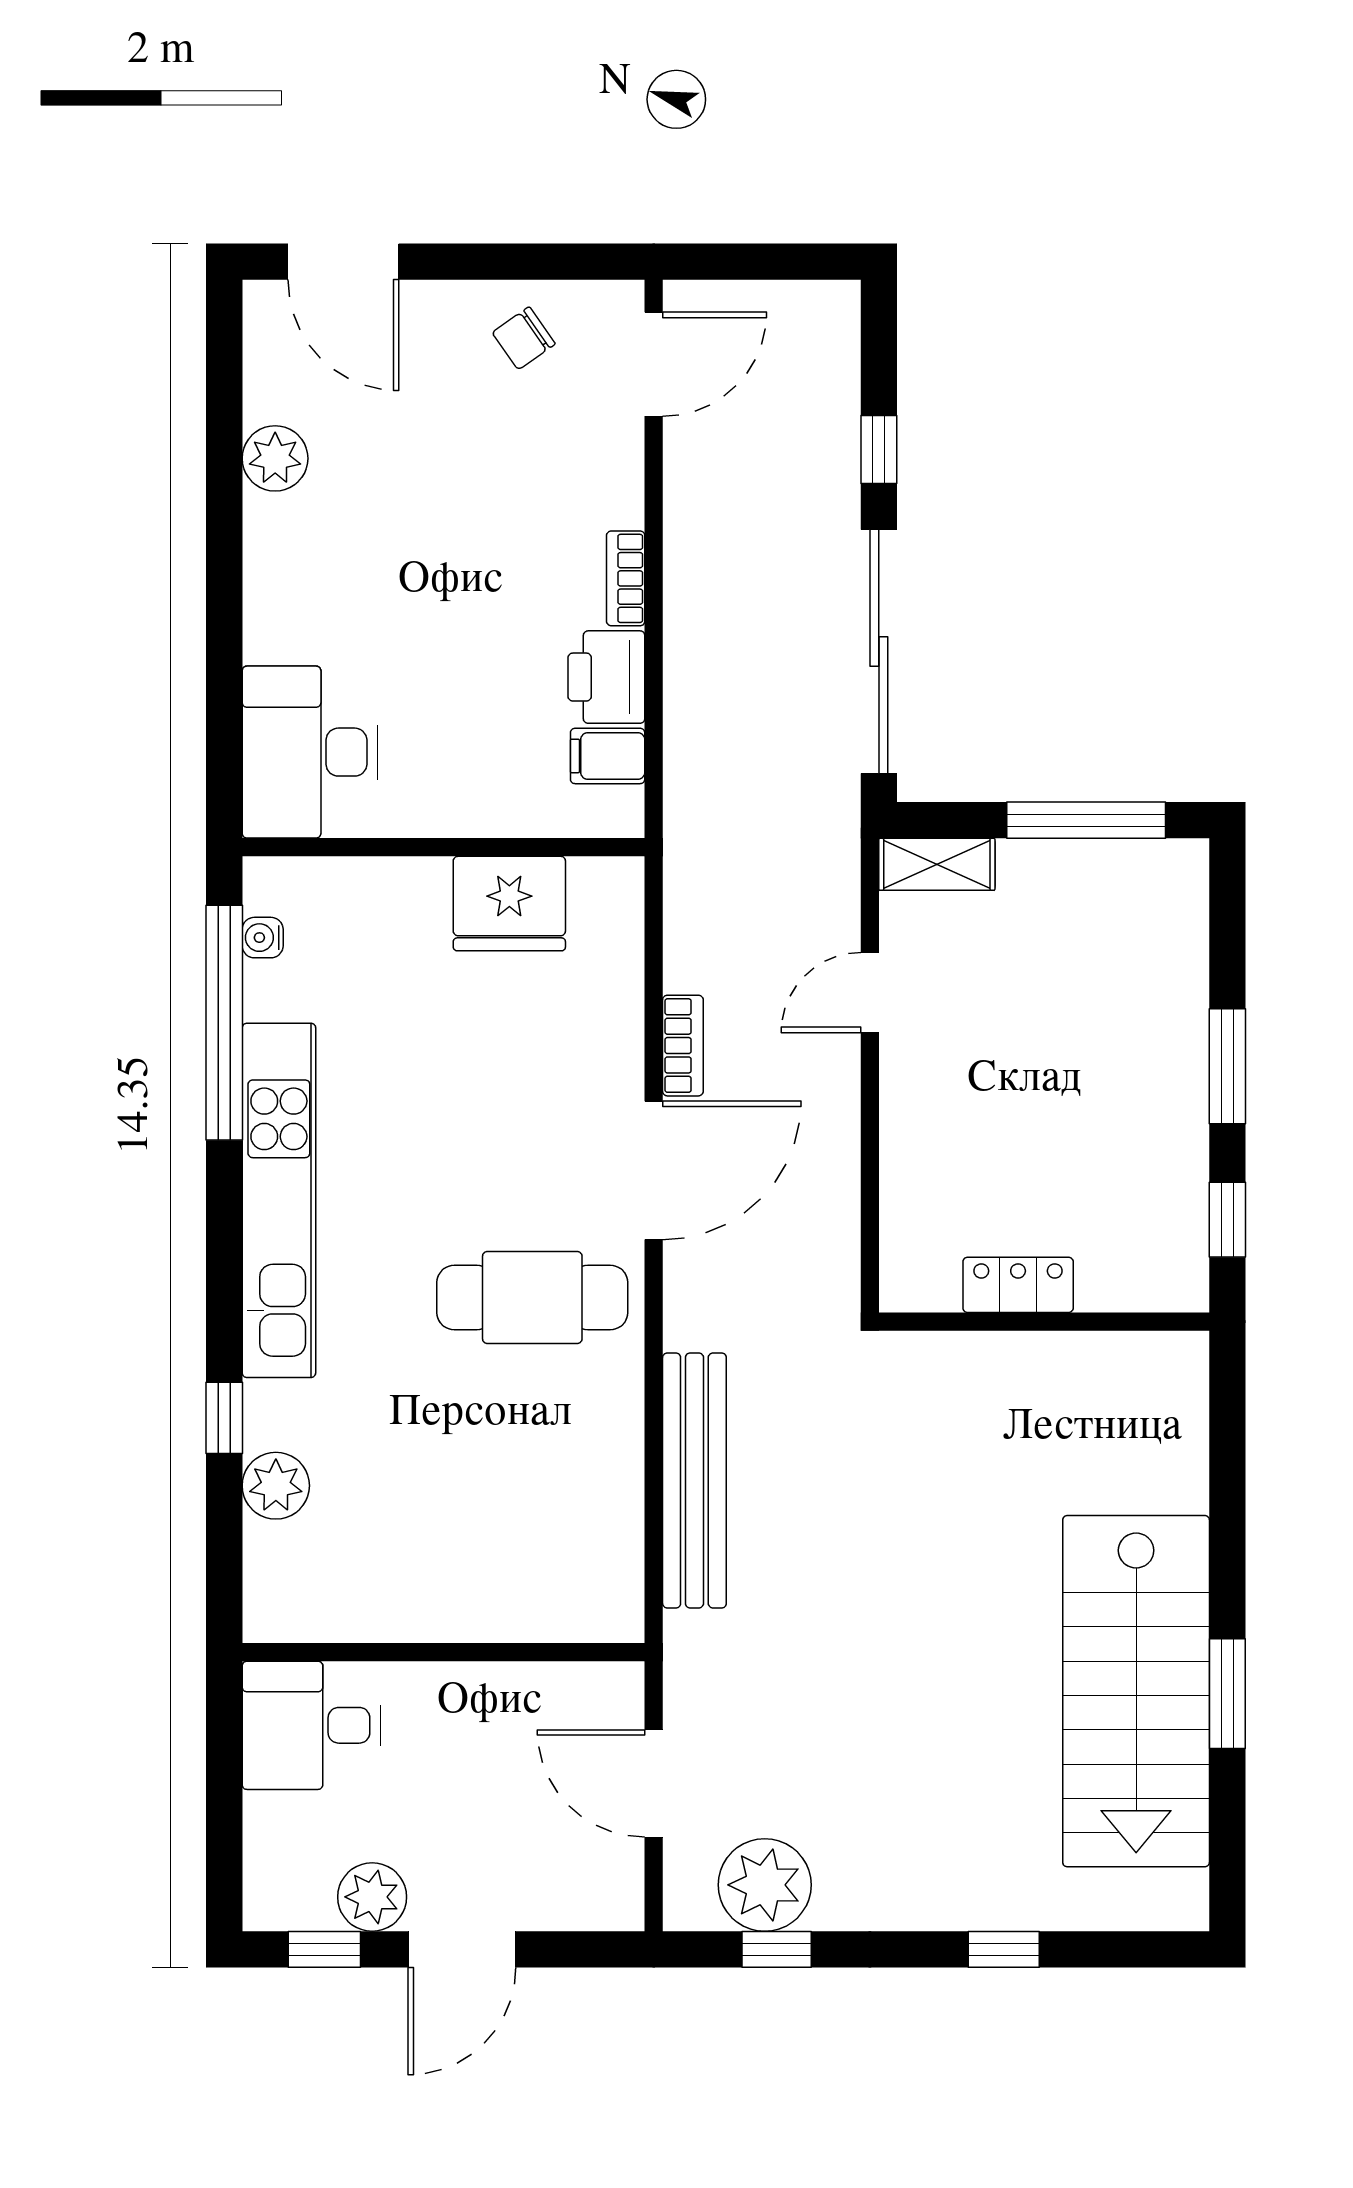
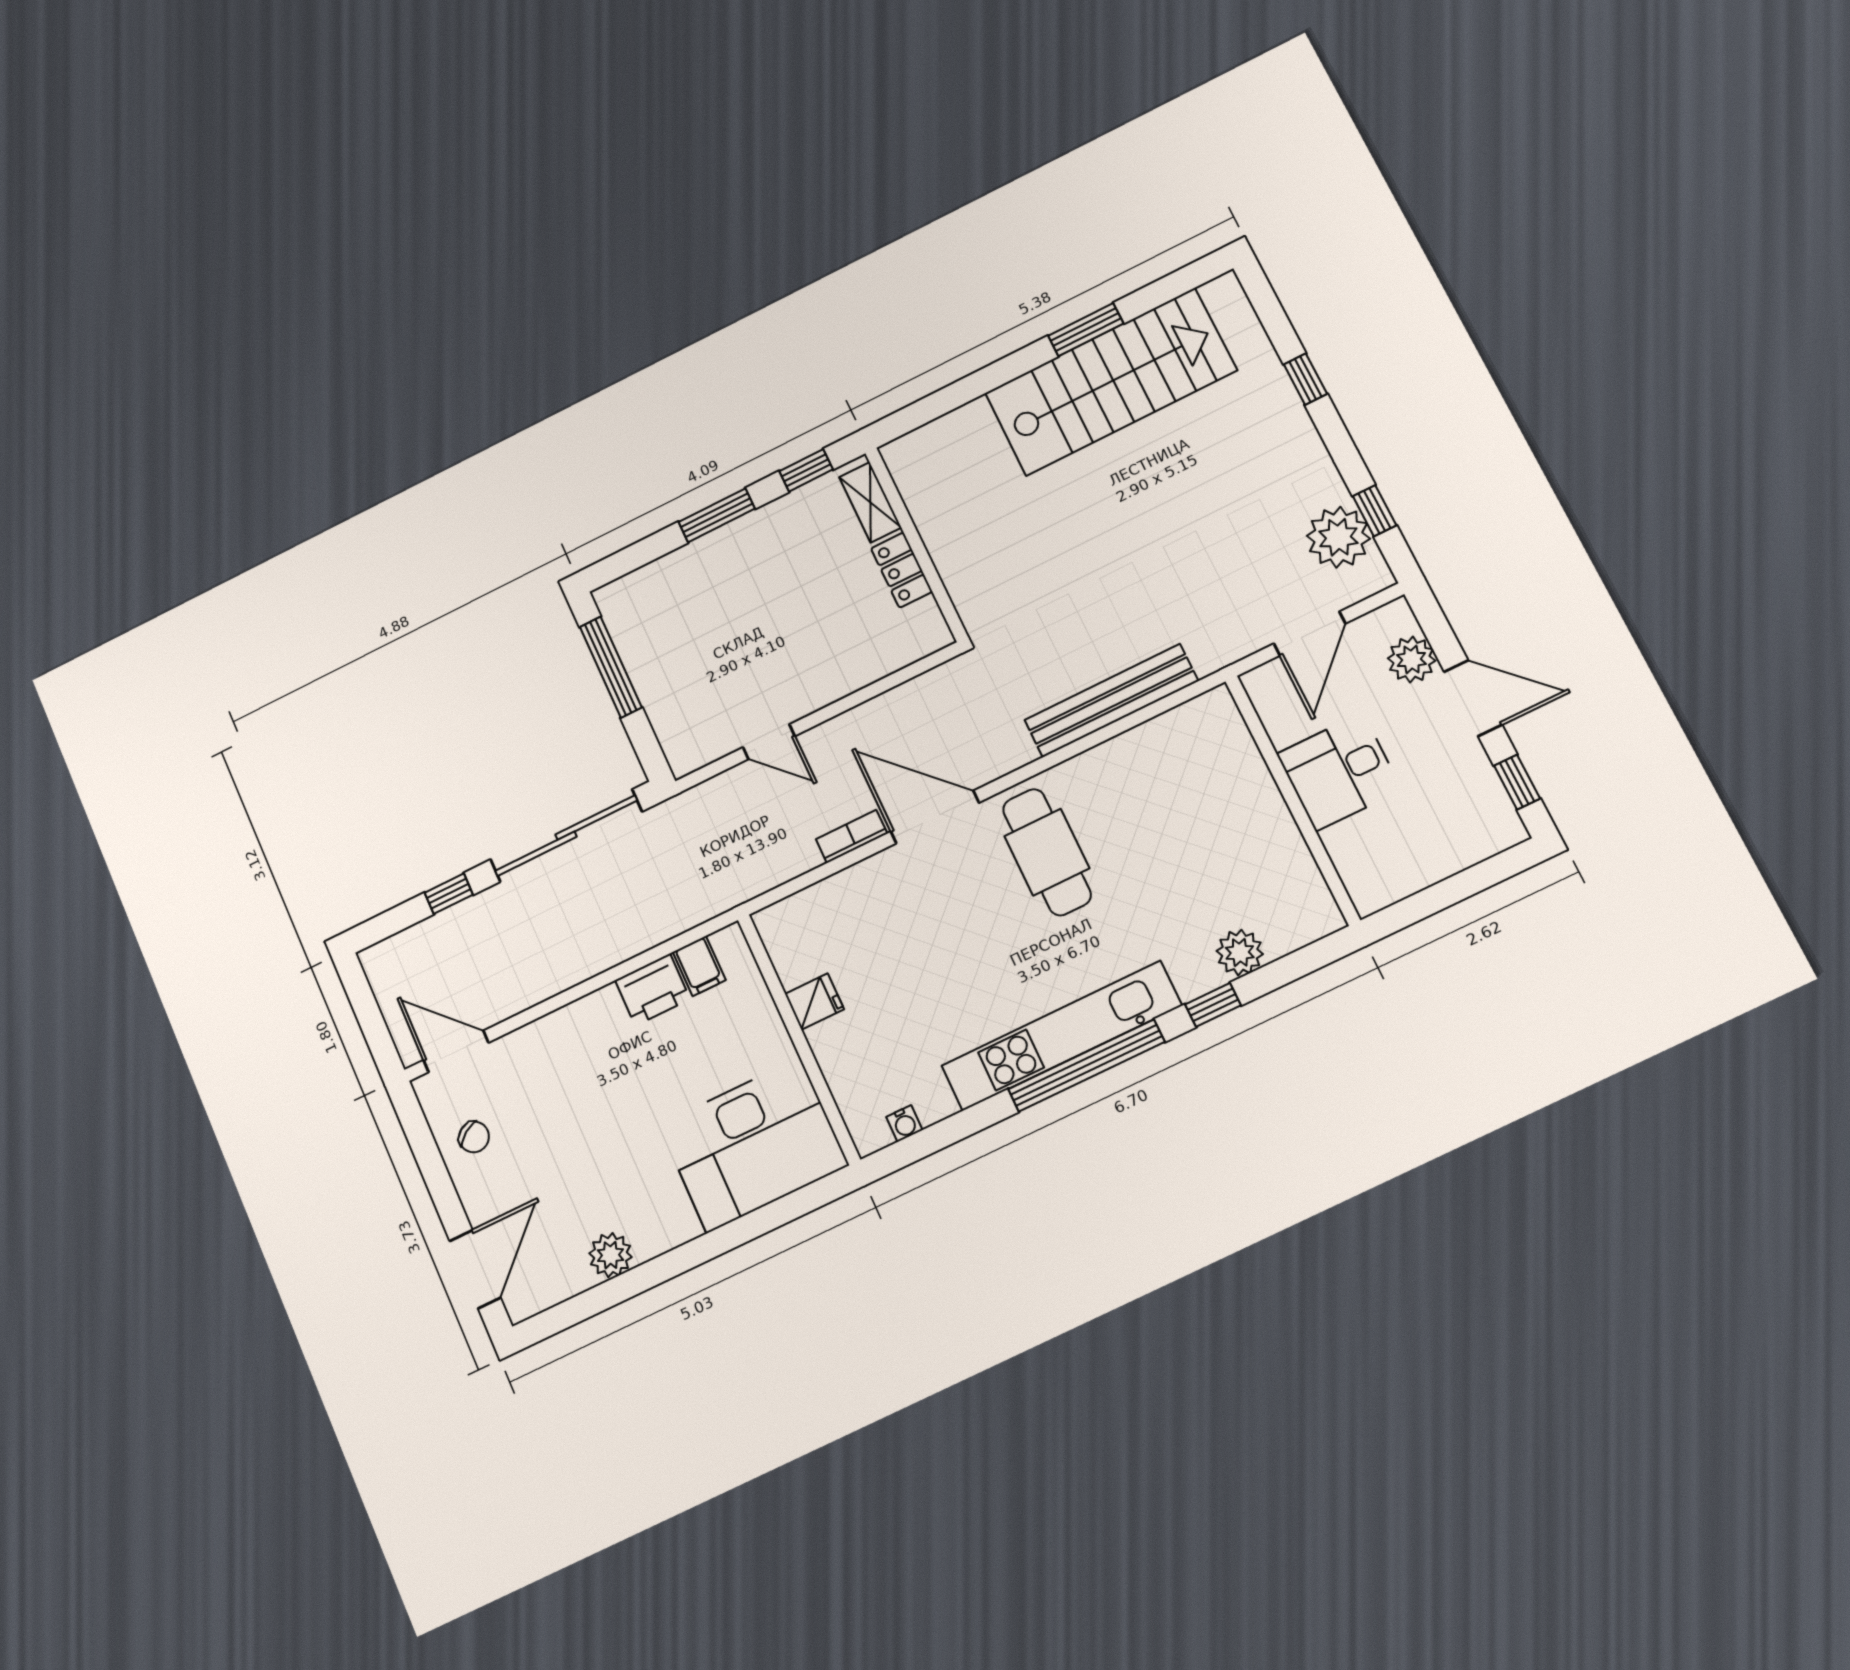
bookcase: (626, 578) -> (589, 1007), removed
desk: (310, 752) -> (754, 1145), width x1.36, depth x1.30
shelving: (937, 864) -> (870, 502), moved
fridge: (509, 904) -> (814, 1002), width x0.53, depth x0.75
window: (224, 1023) -> (1086, 1066), moved
desk: (312, 1725) -> (1339, 772), moved, turned 90
plant: (372, 1897) -> (1411, 659), moved

